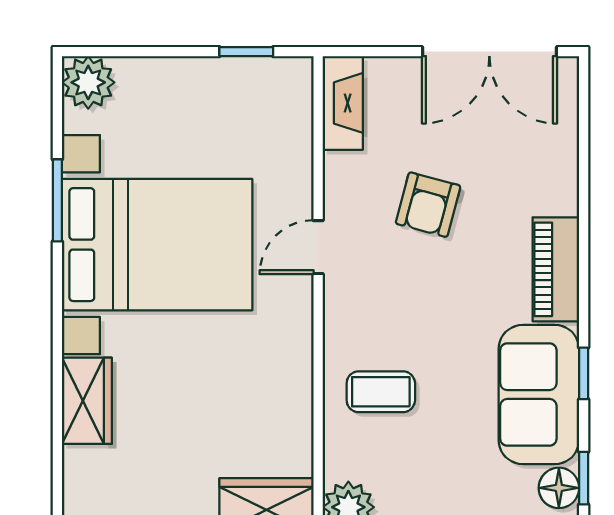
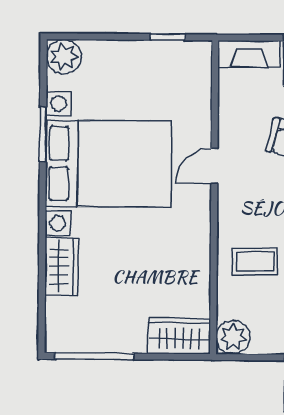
fireplace: (343, 103) -> (249, 54), moved, turned 90

